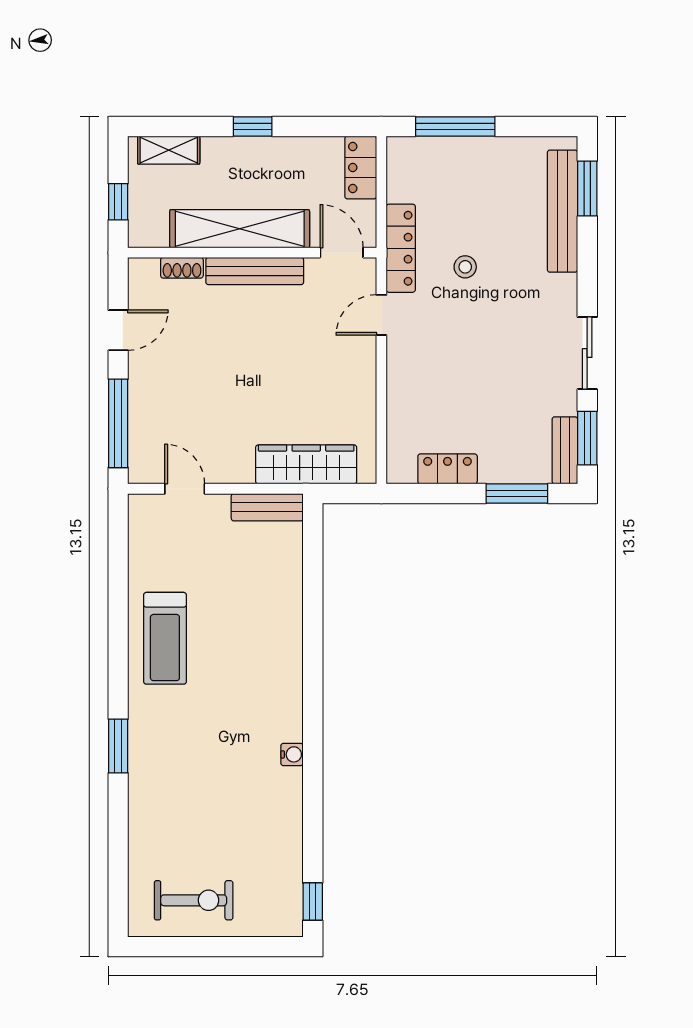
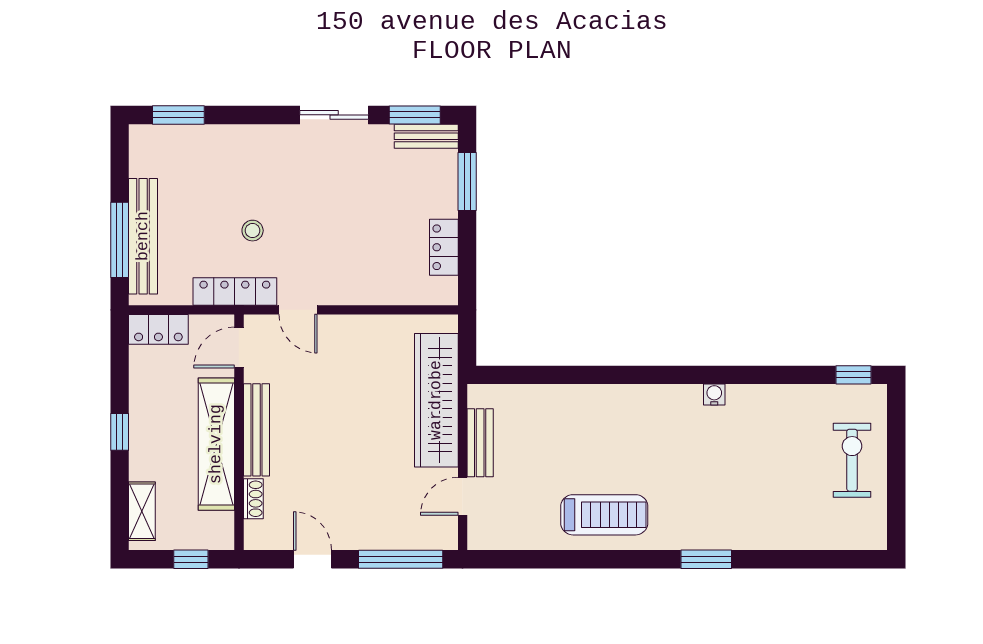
bench: (562, 211) -> (143, 236), moved, turned 90
wardrobe: (306, 464) -> (436, 400), width x1.40, depth x1.17
bench: (267, 507) -> (480, 443), moved
exercise bike: (194, 900) -> (852, 460), moved

